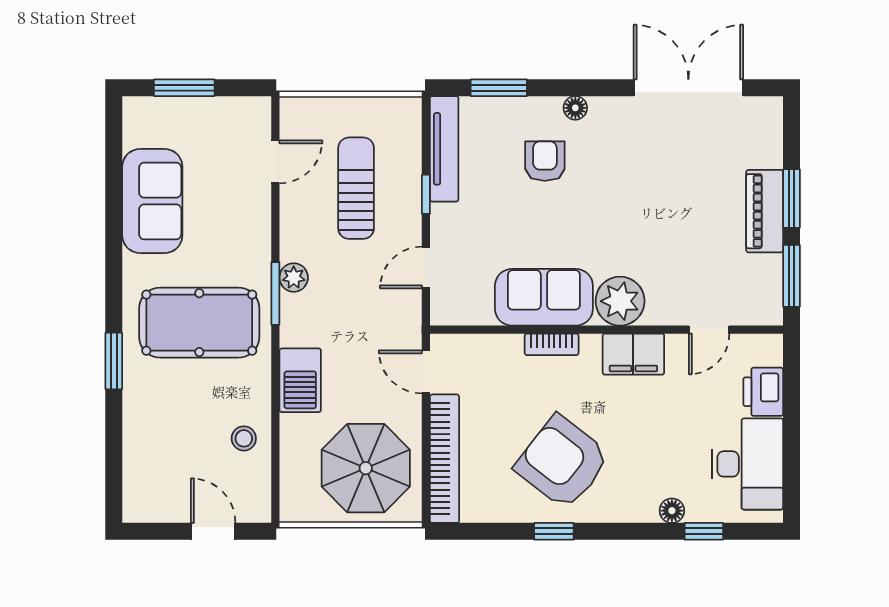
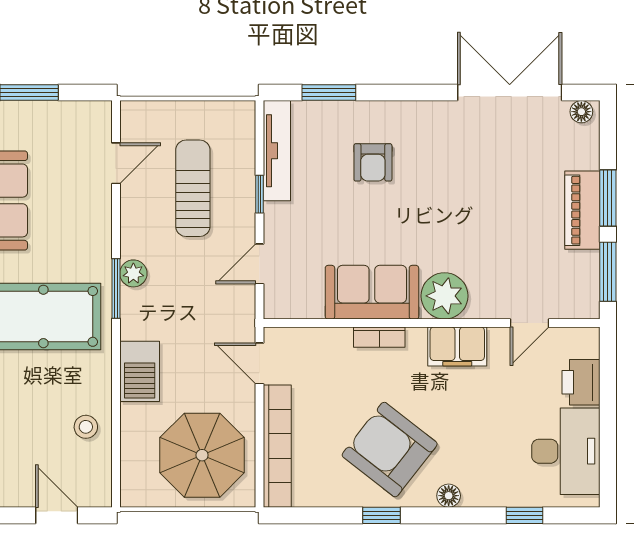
floor lamp: (575, 108) -> (581, 112), moved
armchair: (545, 161) -> (373, 162), turned 180
floor lamp: (672, 511) -> (449, 496), moved

